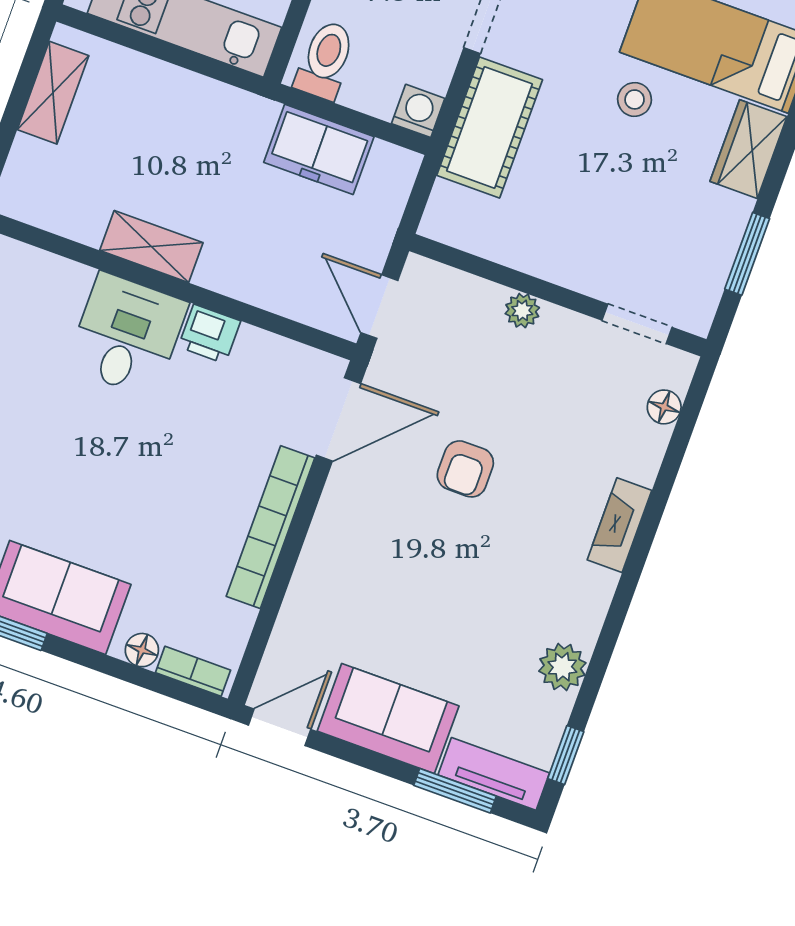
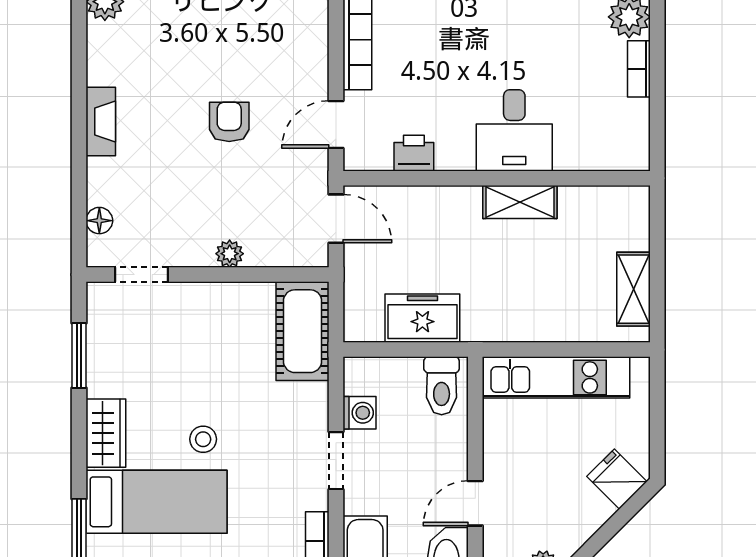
washing machine: (418, 111) -> (359, 413), moved, turned -90
cot: (490, 127) -> (303, 331), moved
printer: (209, 334) -> (414, 153), moved
door: (338, 419) -> (336, 124), width x0.73

